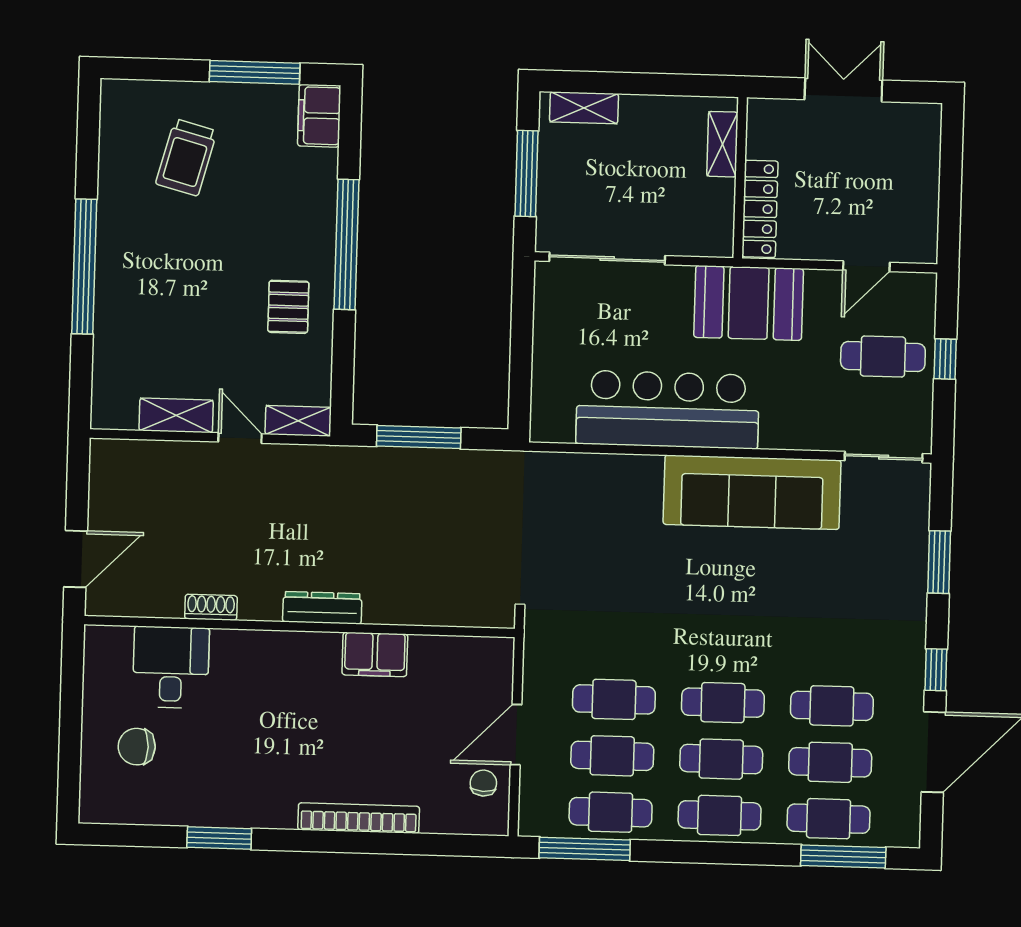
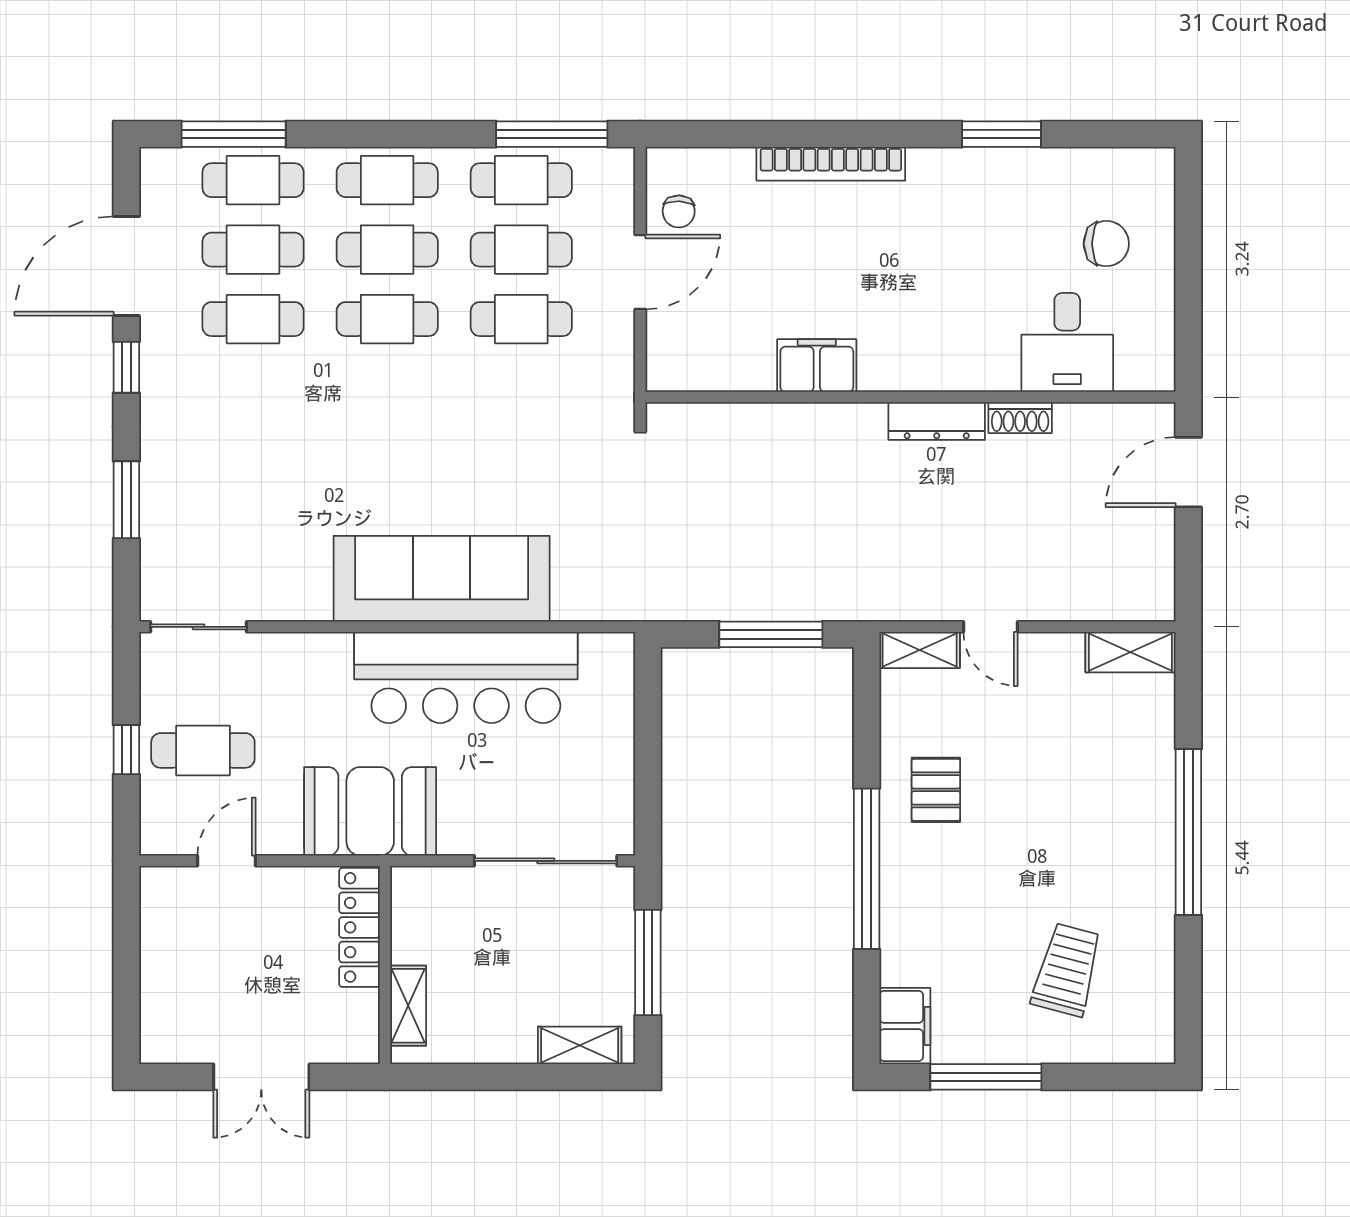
shelving: (176, 415) -> (1130, 652), moved
sofa: (752, 492) -> (442, 579), moved
dresser: (322, 608) -> (937, 421), moved

